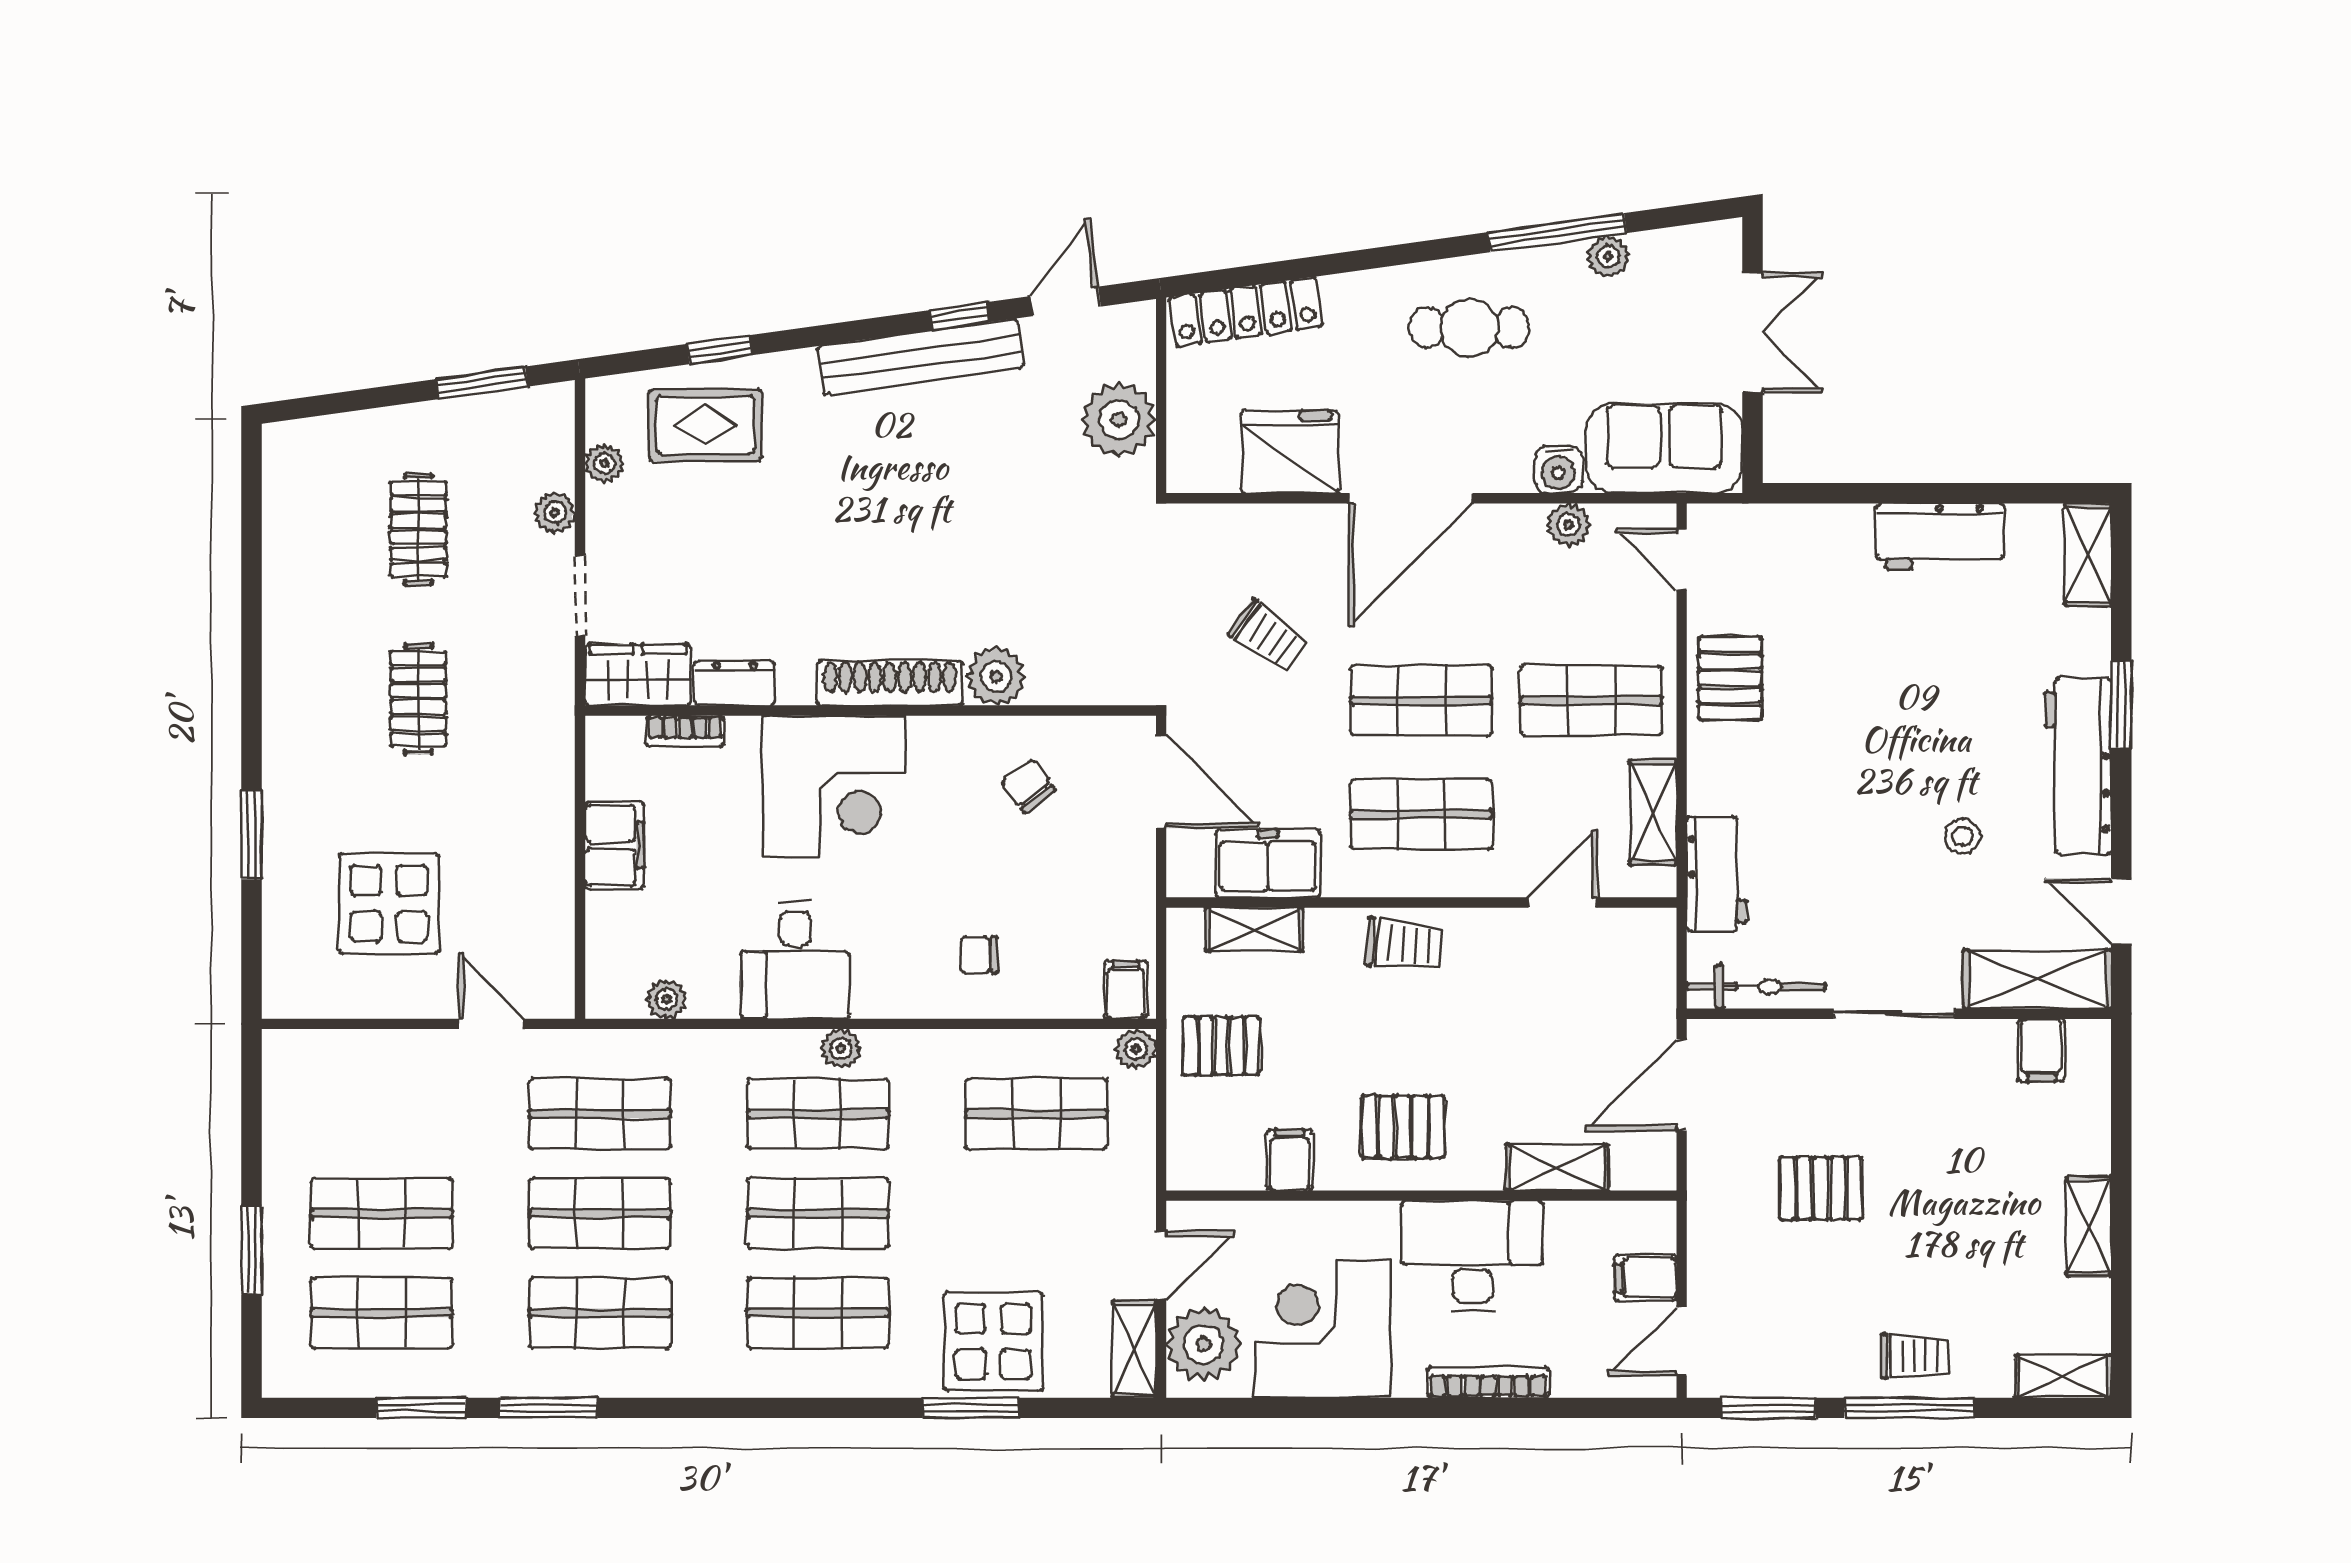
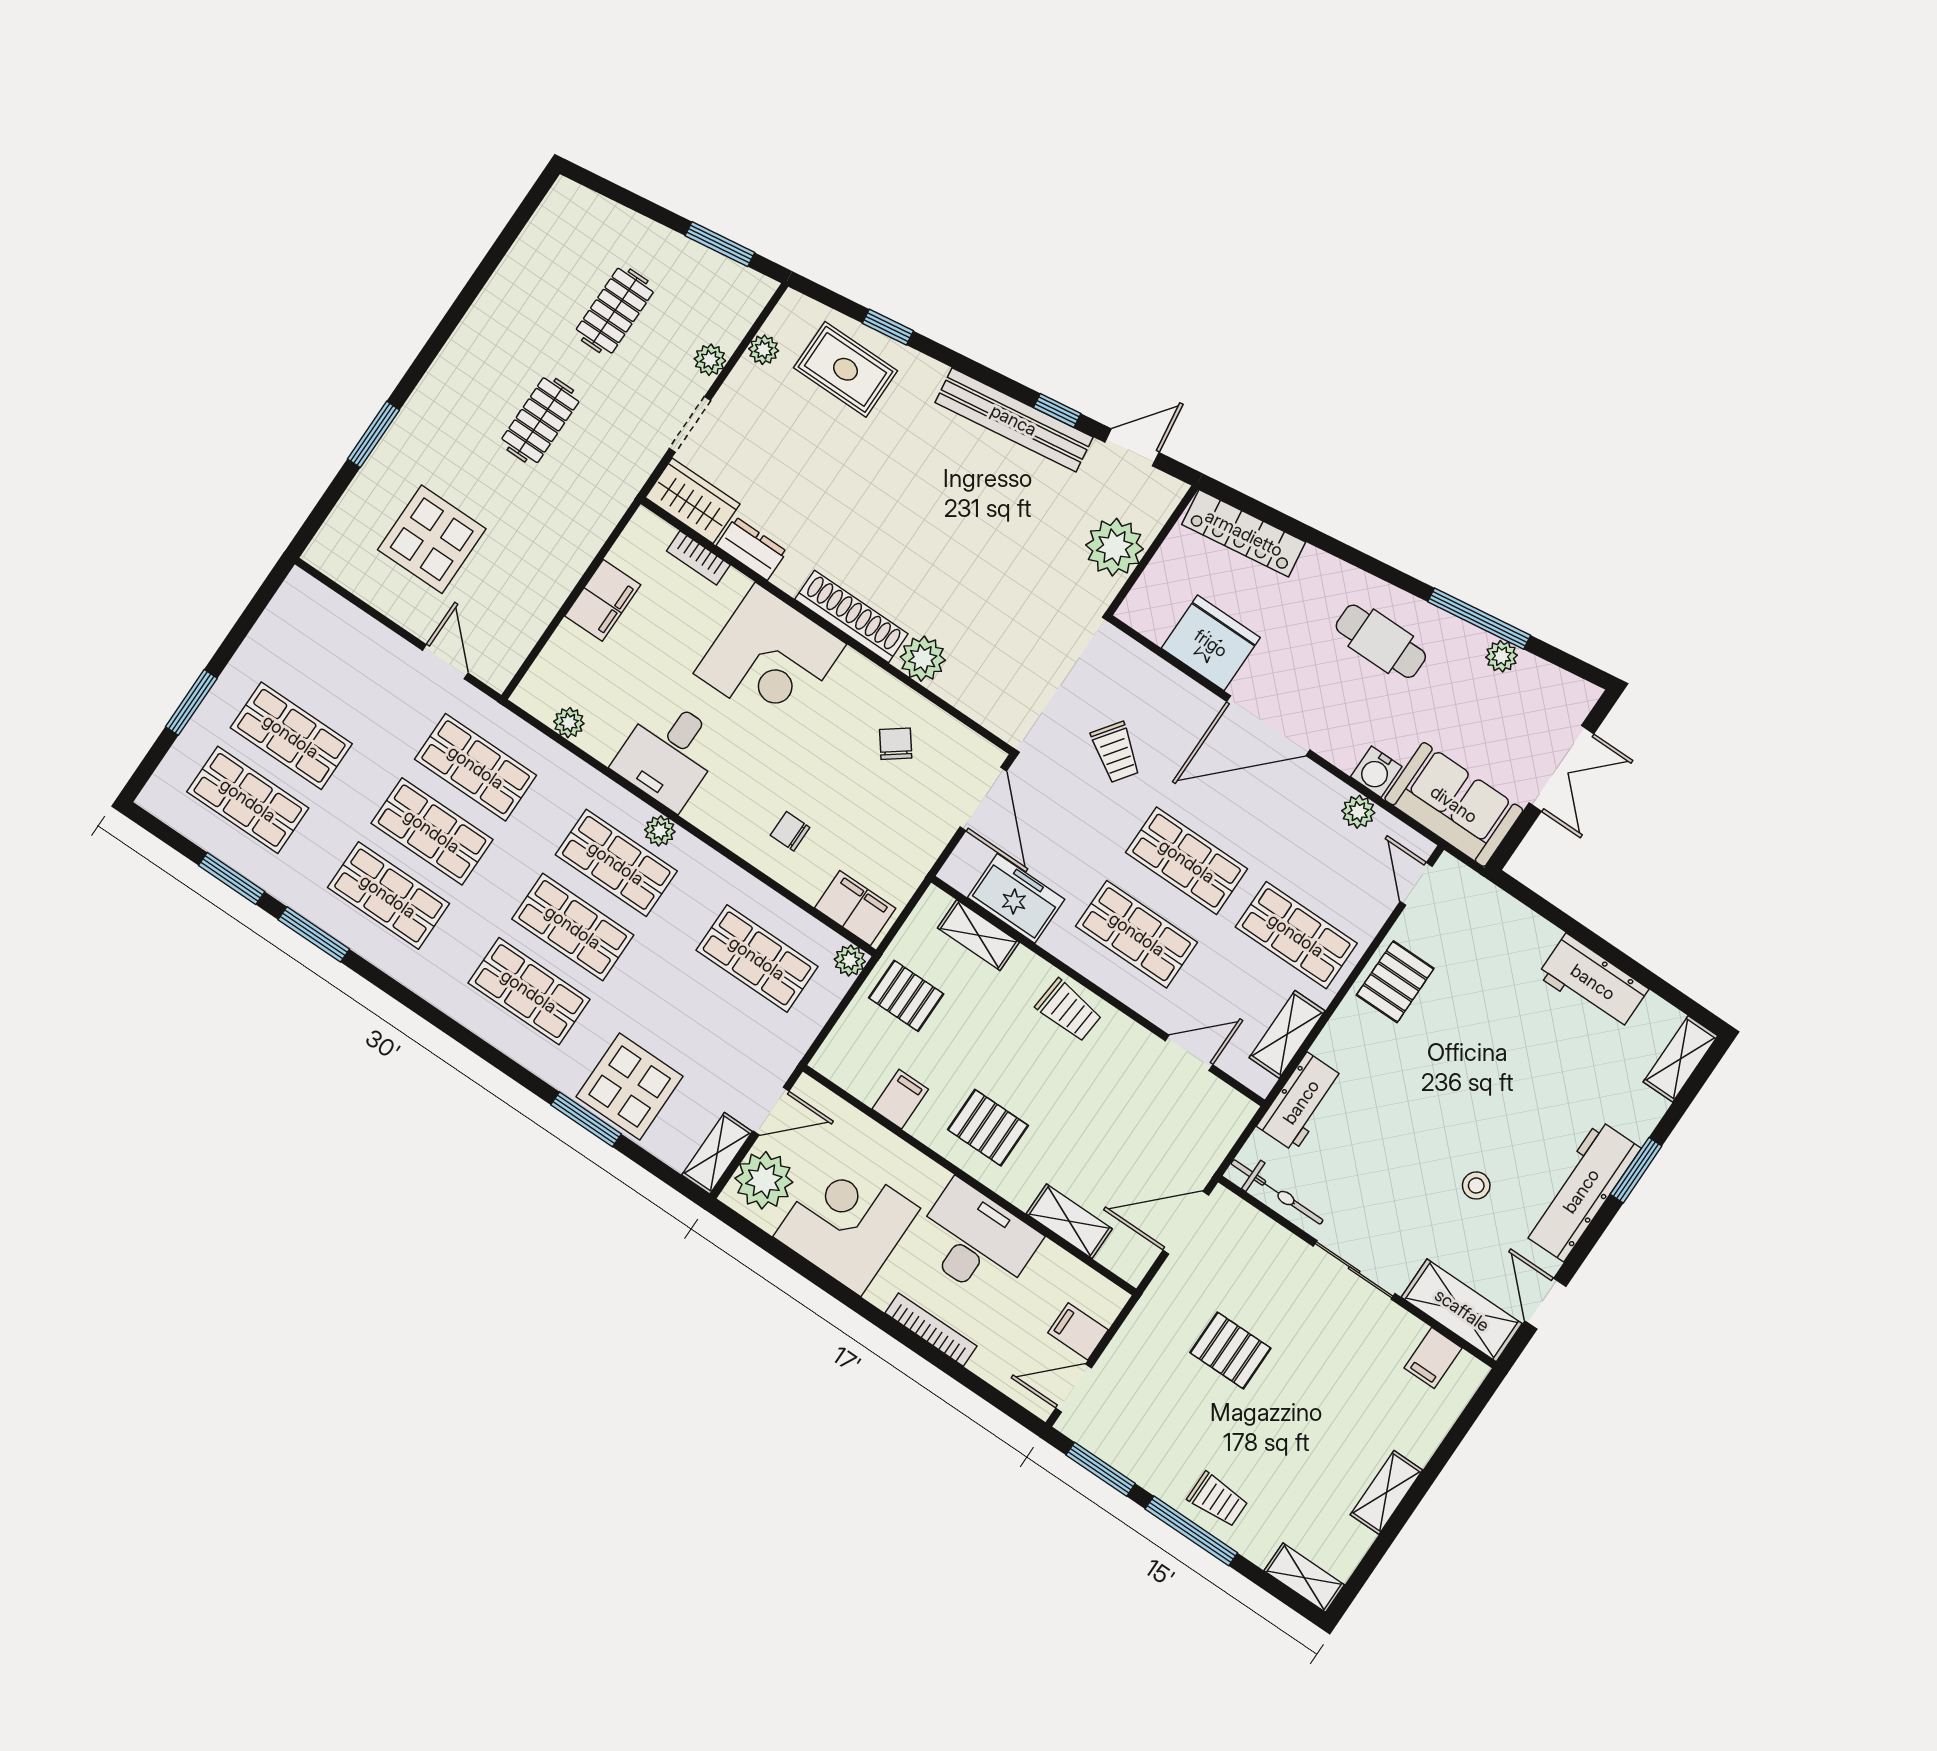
filing cabinet: (1126, 990) -> (855, 908), width x2.00

